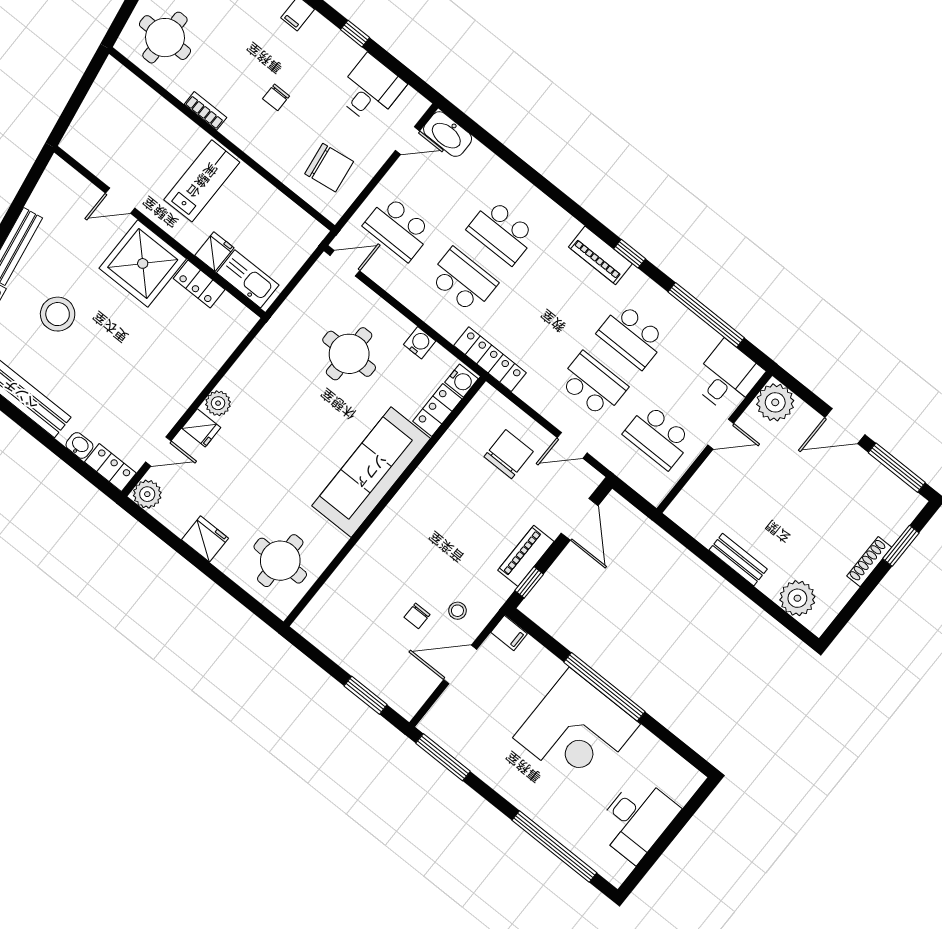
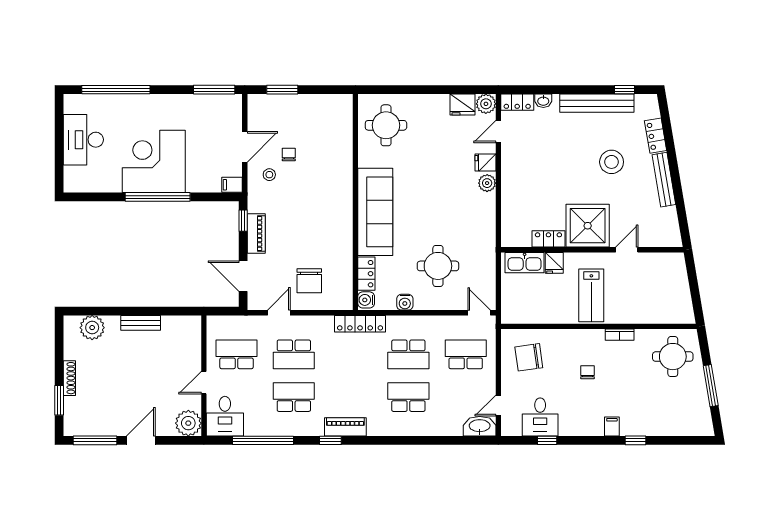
window: (355, 34) -> (547, 440), moved
door: (345, 263) -> (479, 313), swing flipped
fridge: (205, 539) -> (462, 105), moved

